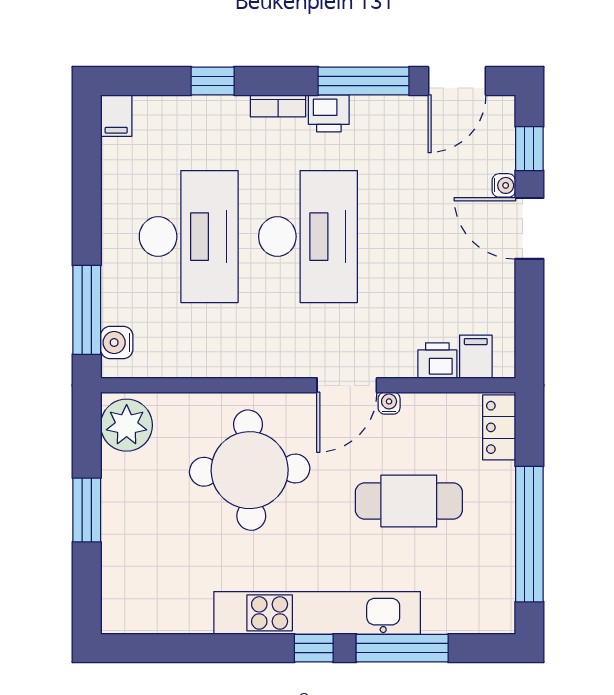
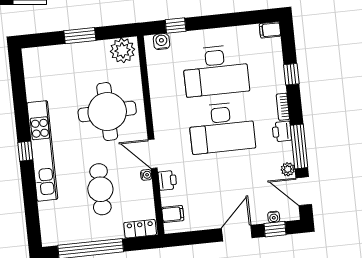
plant: (408, 109) -> (288, 169), added
water cooler: (504, 185) -> (274, 217), moved
window: (87, 310) -> (176, 26), width x0.46
printer: (437, 361) -> (167, 180), moved
window: (402, 648) -> (30, 193), removed

